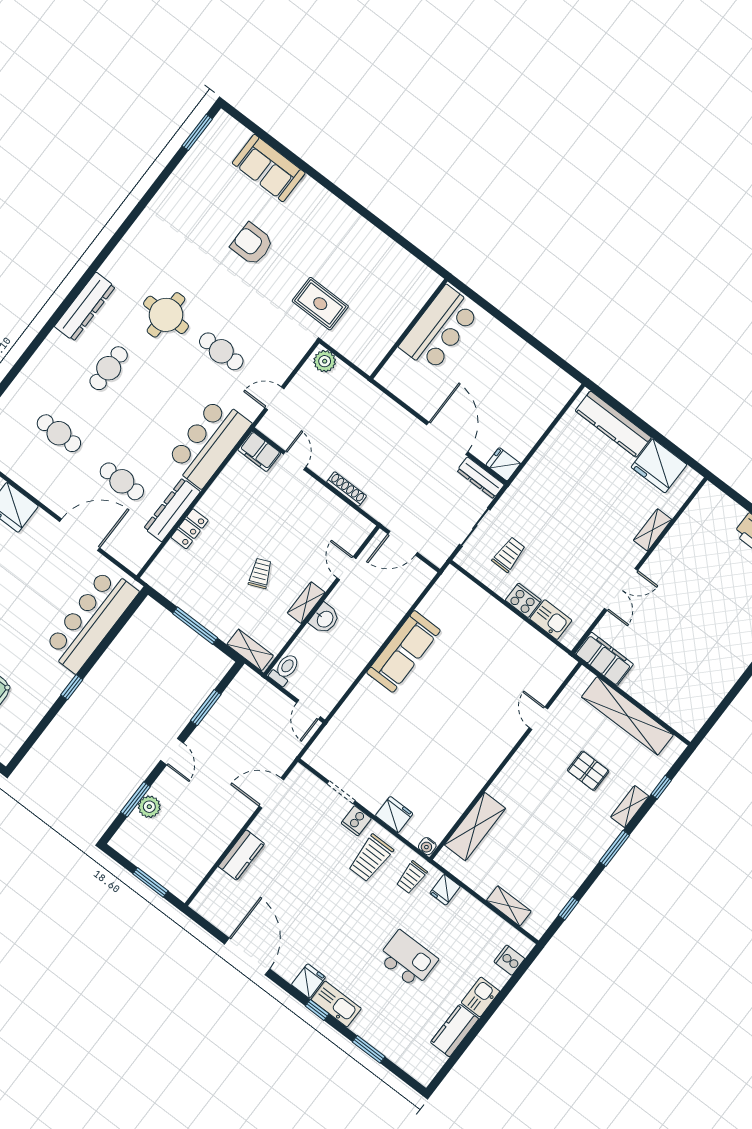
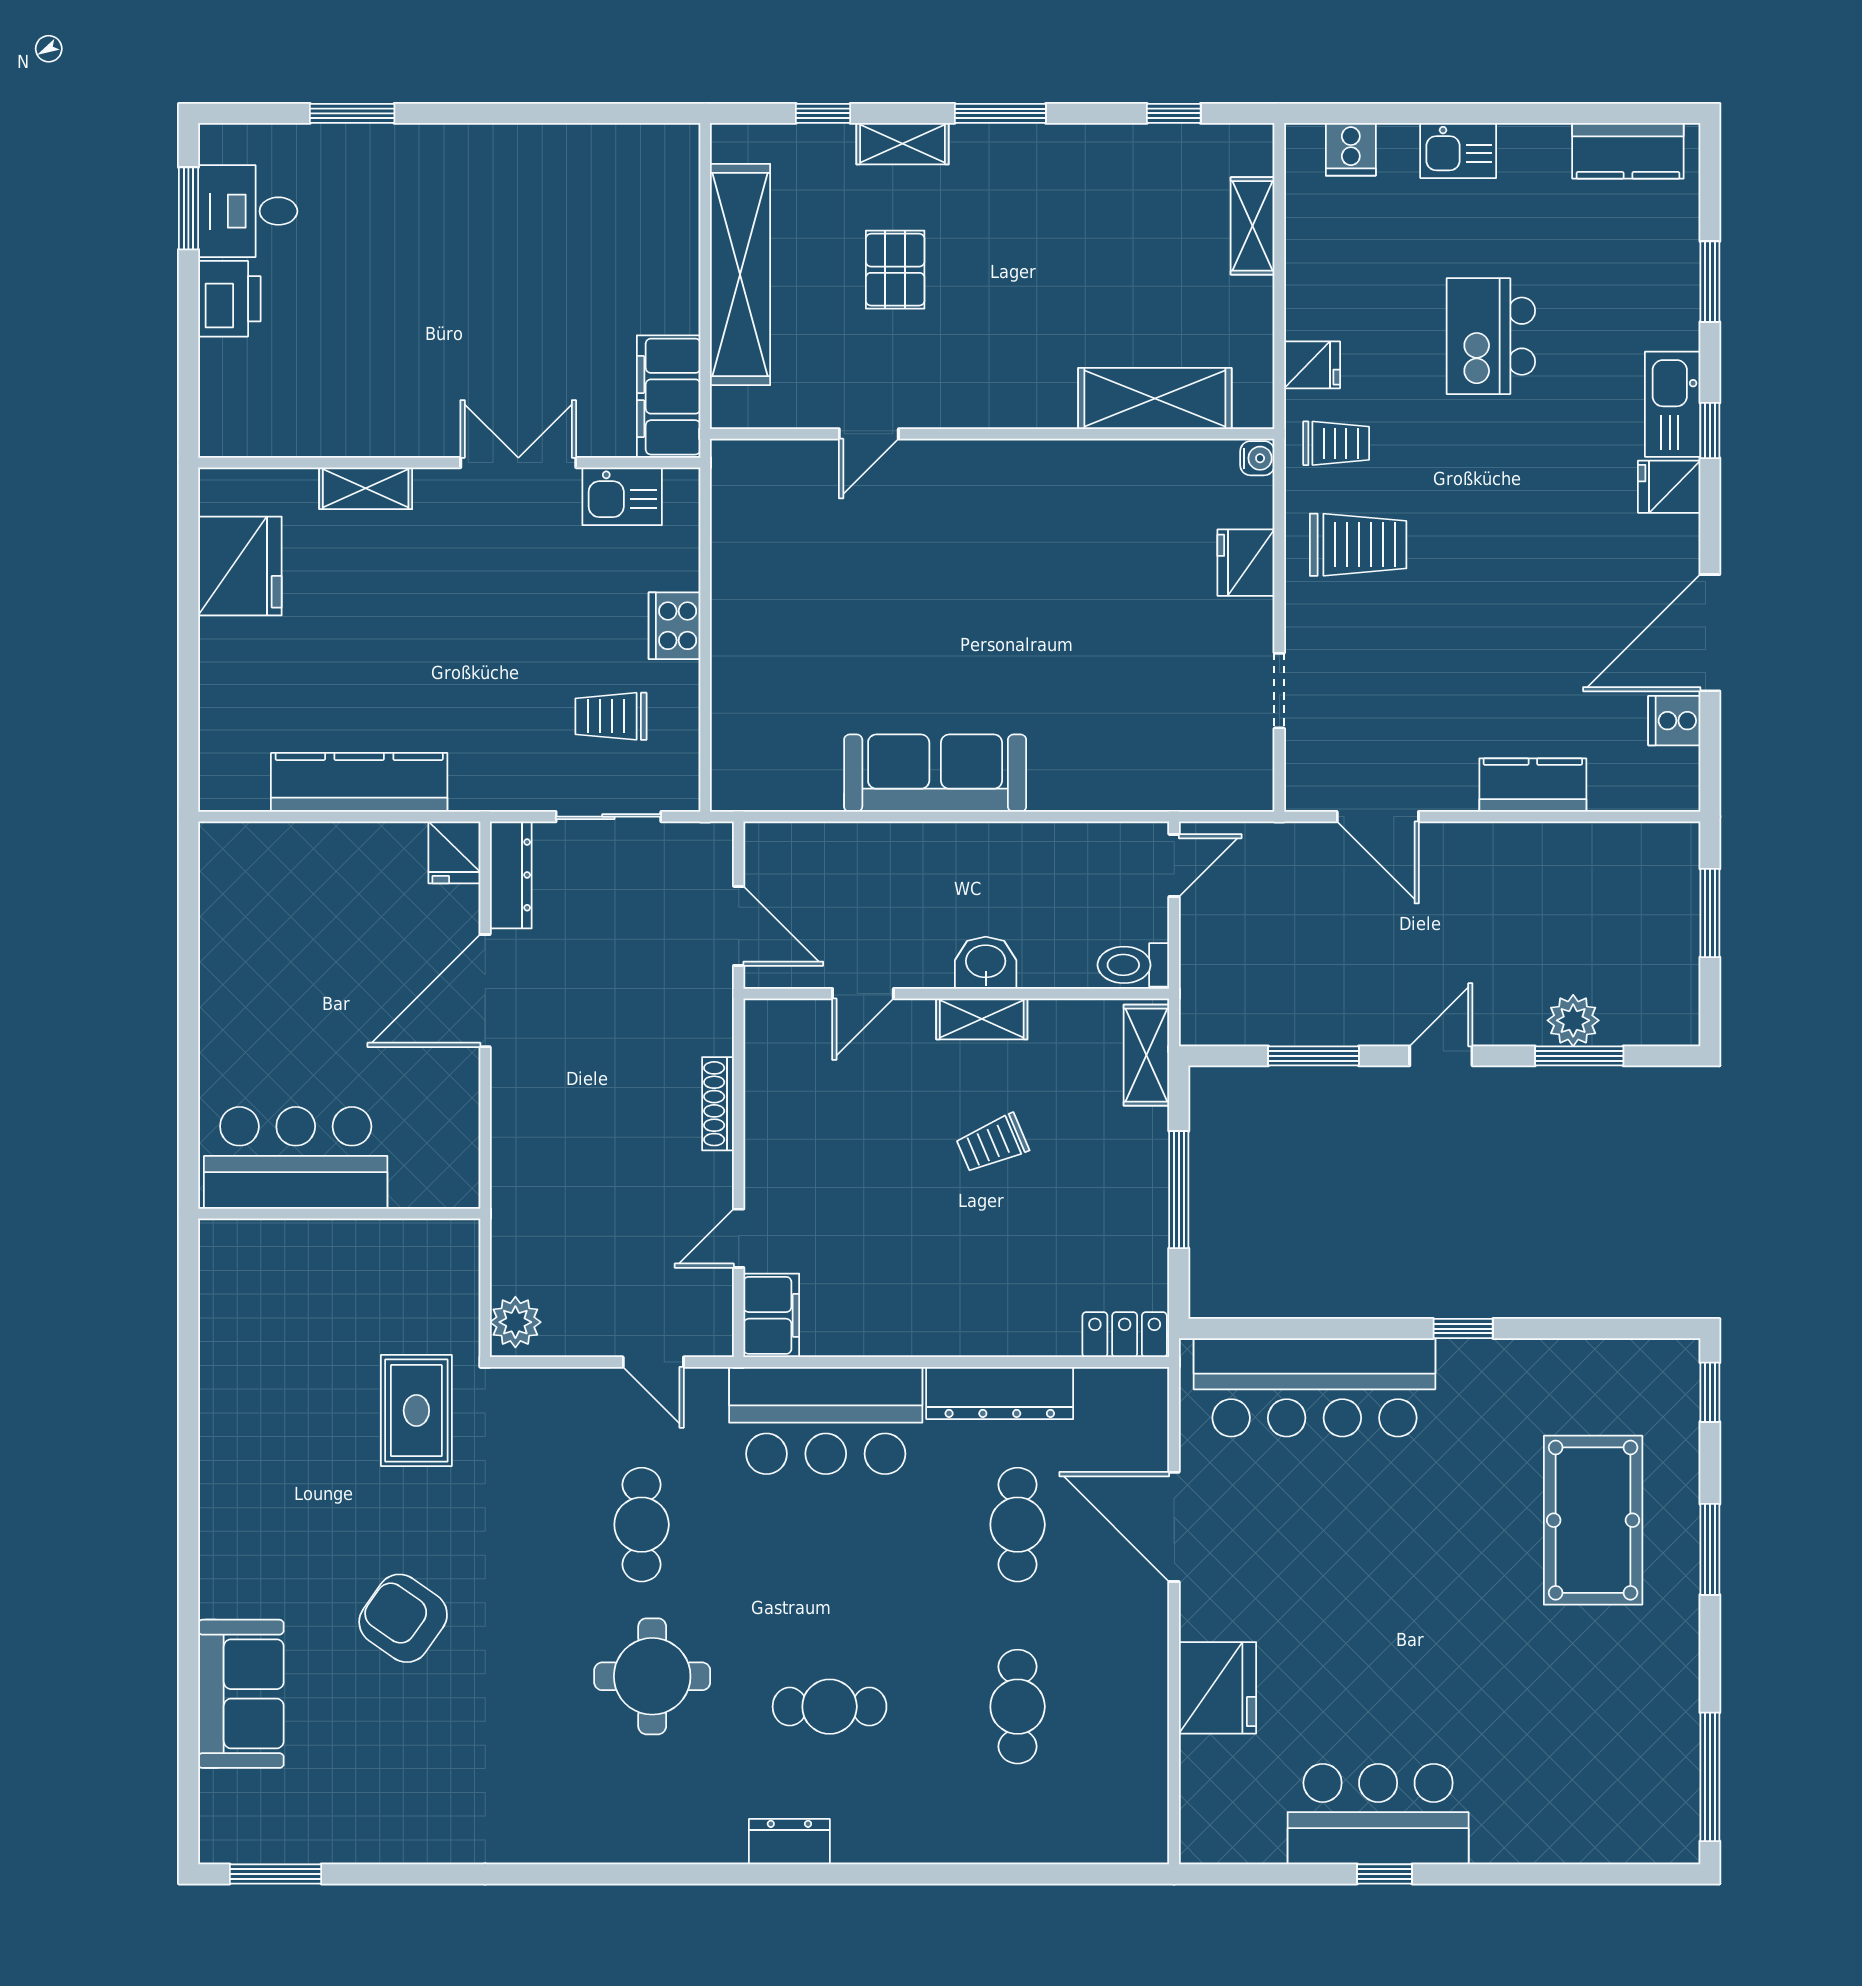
armchair: (252, 244) -> (403, 1618), turned 125
dresser: (85, 307) -> (789, 1842), width x0.51, depth x0.80
kitchen counter: (613, 424) -> (359, 782), moved, turned -90
locker: (190, 529) -> (1125, 1335), moved
kitchen sink: (551, 620) -> (622, 496), moved, turned -90
cooker: (356, 821) -> (1674, 721), moved, turned 180
kitchen counter: (455, 1031) -> (1628, 151), moved

